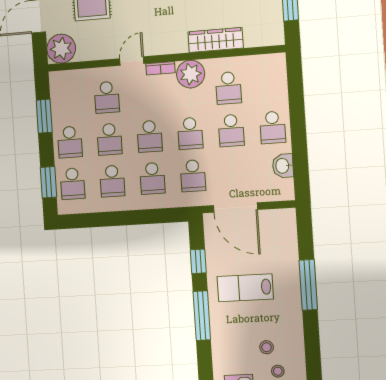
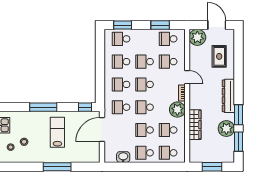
school desk: (270, 85) -> (168, 153), added
school desk: (70, 142) -> (168, 39), moved
window: (198, 261) -> (85, 107), moved

